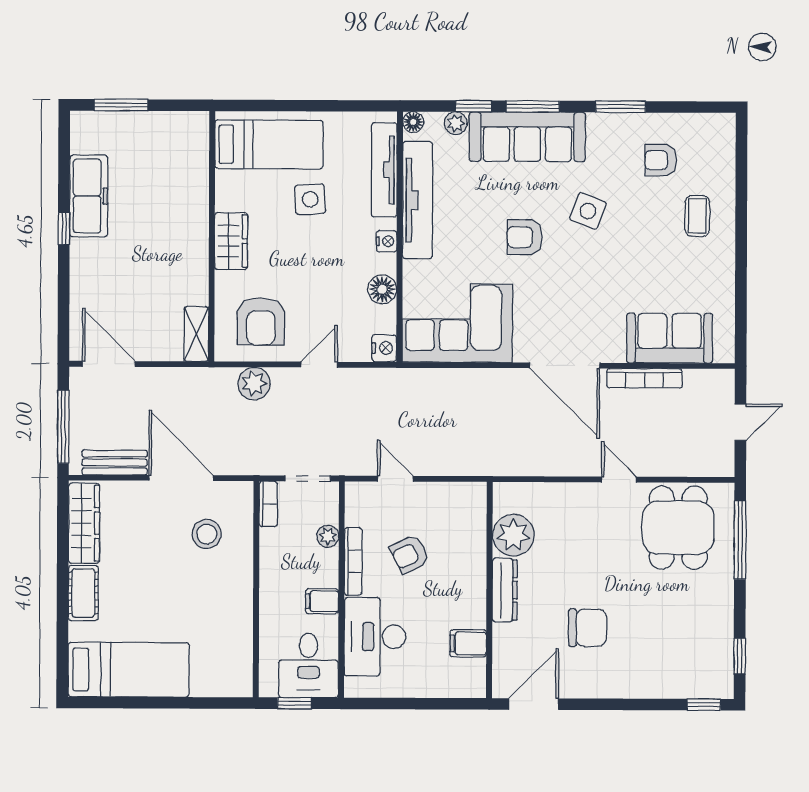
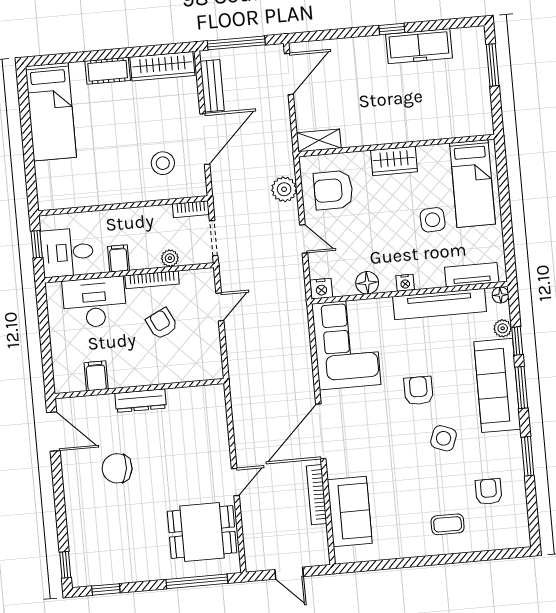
tv unit: (384, 170) -> (472, 275), width x0.71
plant: (513, 535) -> (184, 403), removed
chair: (588, 628) -> (117, 468), turned 97

